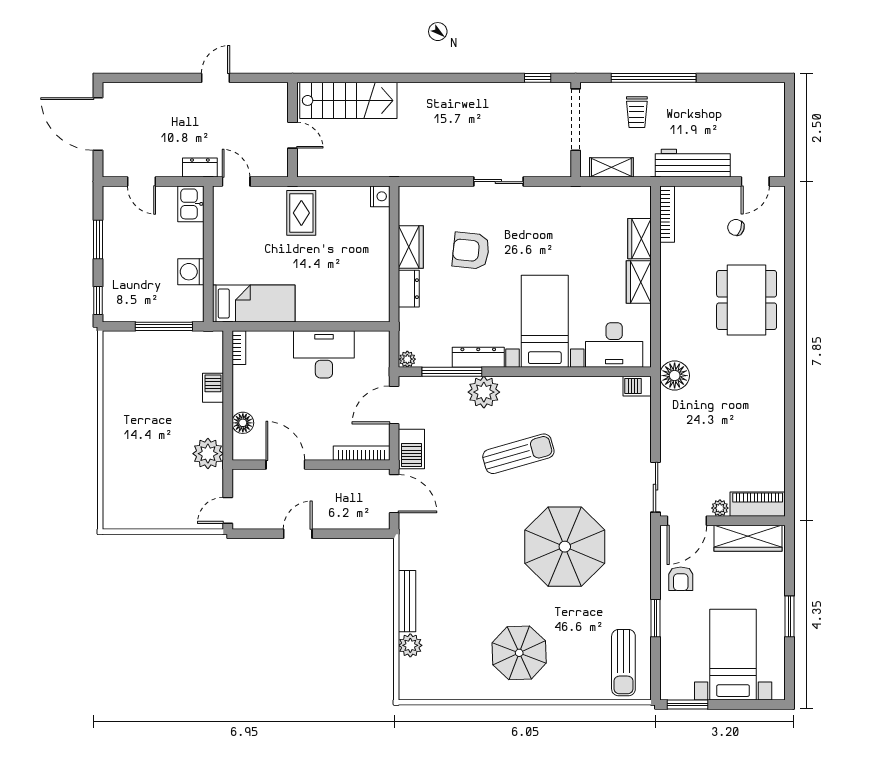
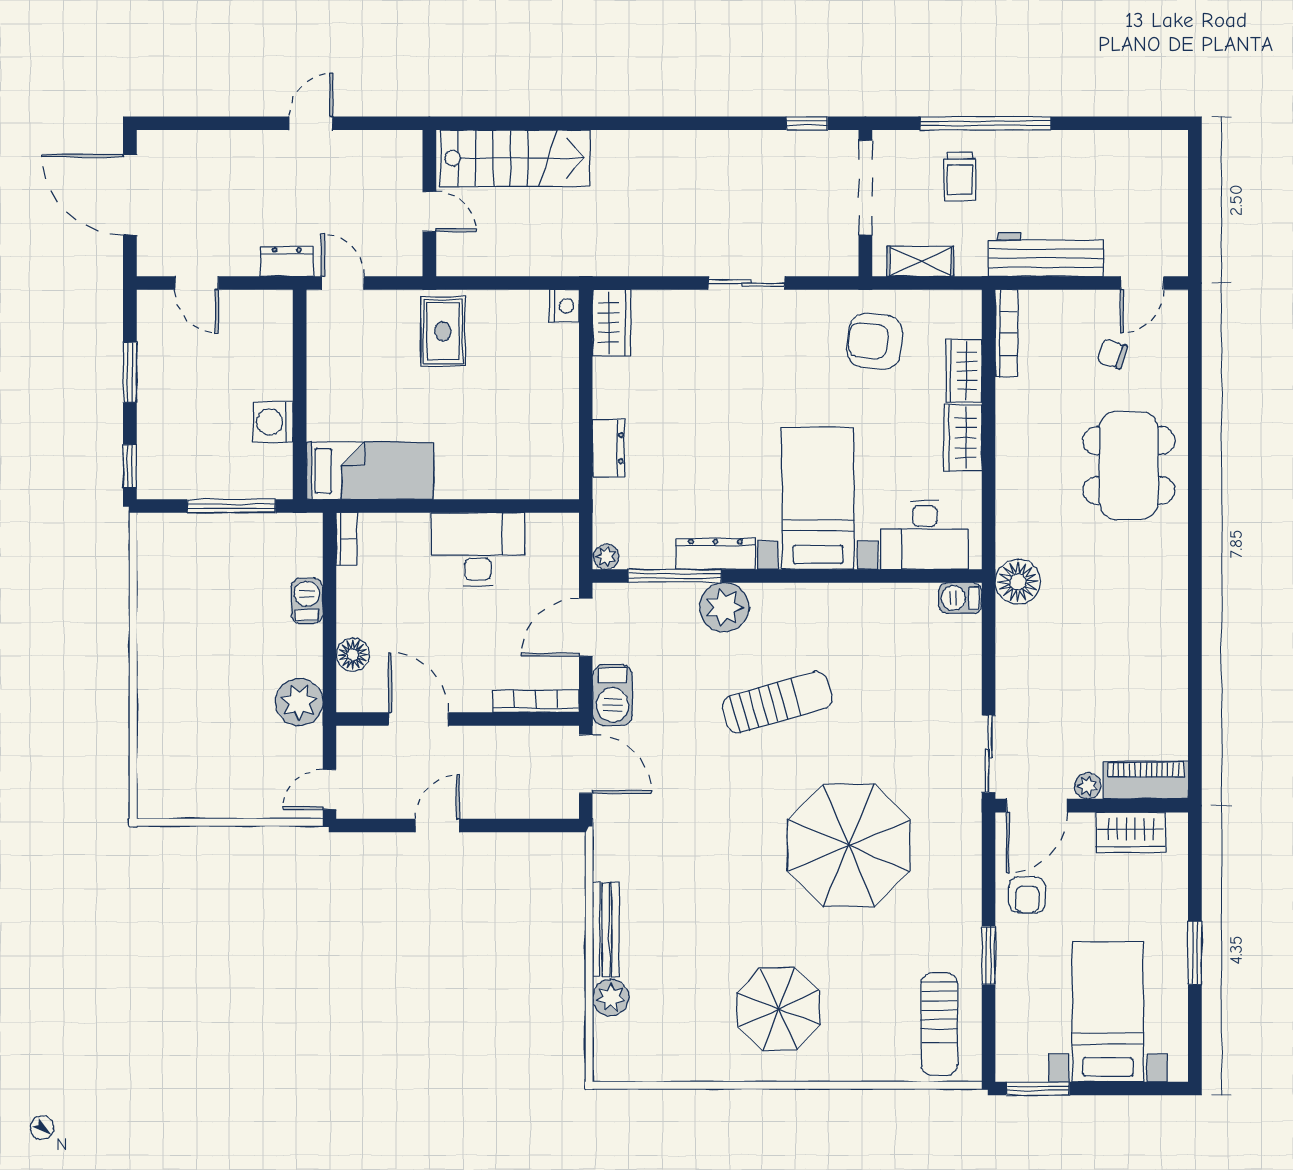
kitchen sink: (191, 204) -> (273, 318), removed
wardrobe: (411, 247) -> (612, 323), moved
armchair: (471, 251) -> (875, 341), moved
wardrobe: (748, 538) -> (1131, 832), width x0.67

